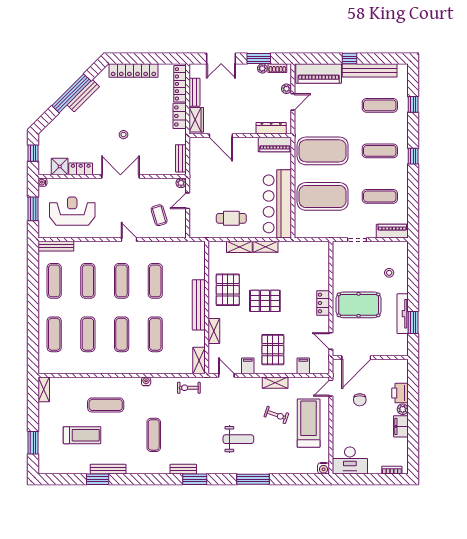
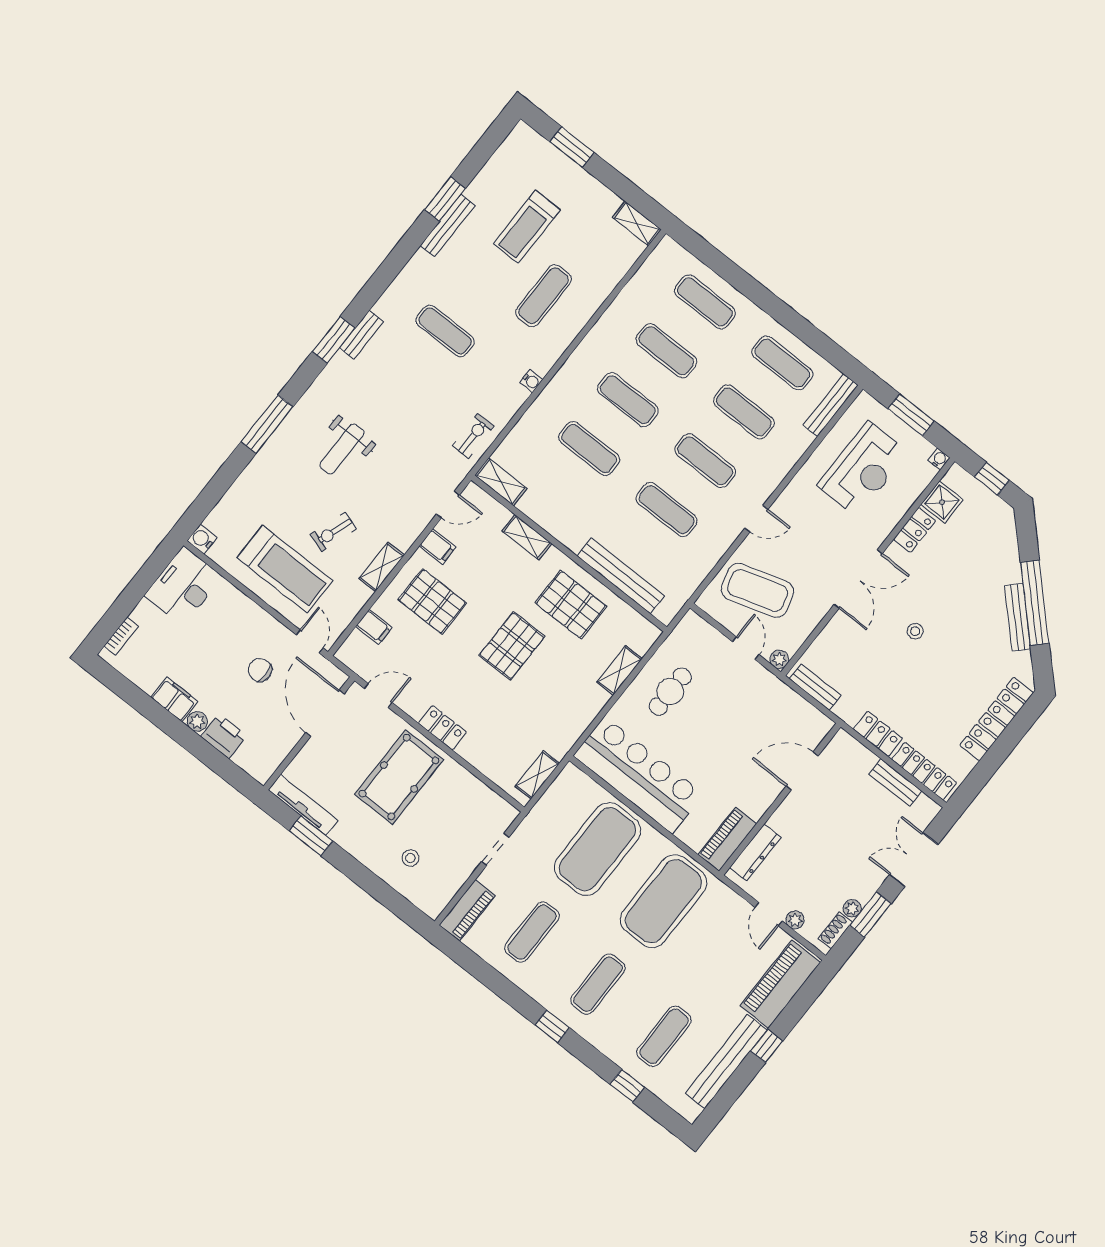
wardrobe: (196, 120) -> (853, 754), removed
coffee table: (159, 215) -> (757, 590), width x1.86, depth x1.72
shelving: (266, 247) -> (537, 775), moved
bench: (199, 305) -> (621, 576), moved
tv unit: (403, 314) -> (303, 805), moved

